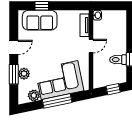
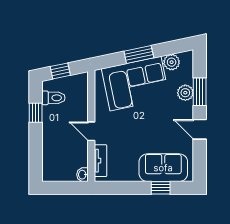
door: (91, 46) -> (91, 131), hinge flipped
door: (14, 48) -> (200, 129), hinge flipped
toilet: (118, 60) -> (53, 98), moved
window: (57, 101) -> (139, 54), width x0.69

